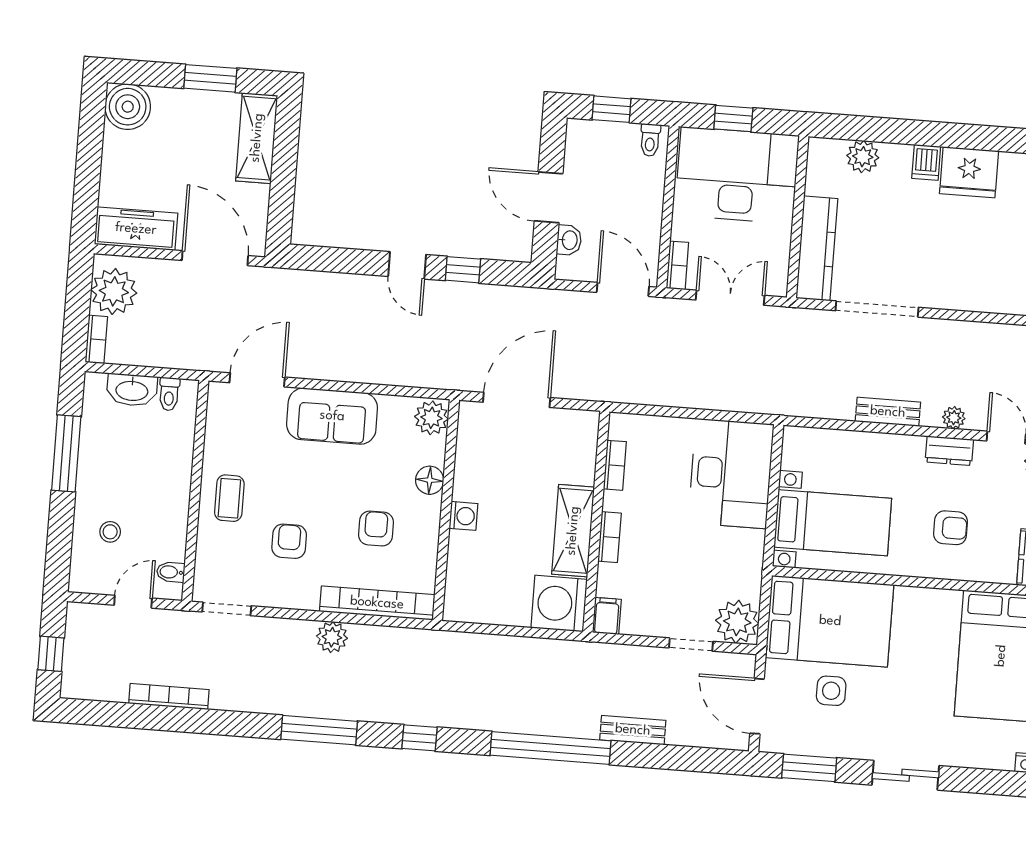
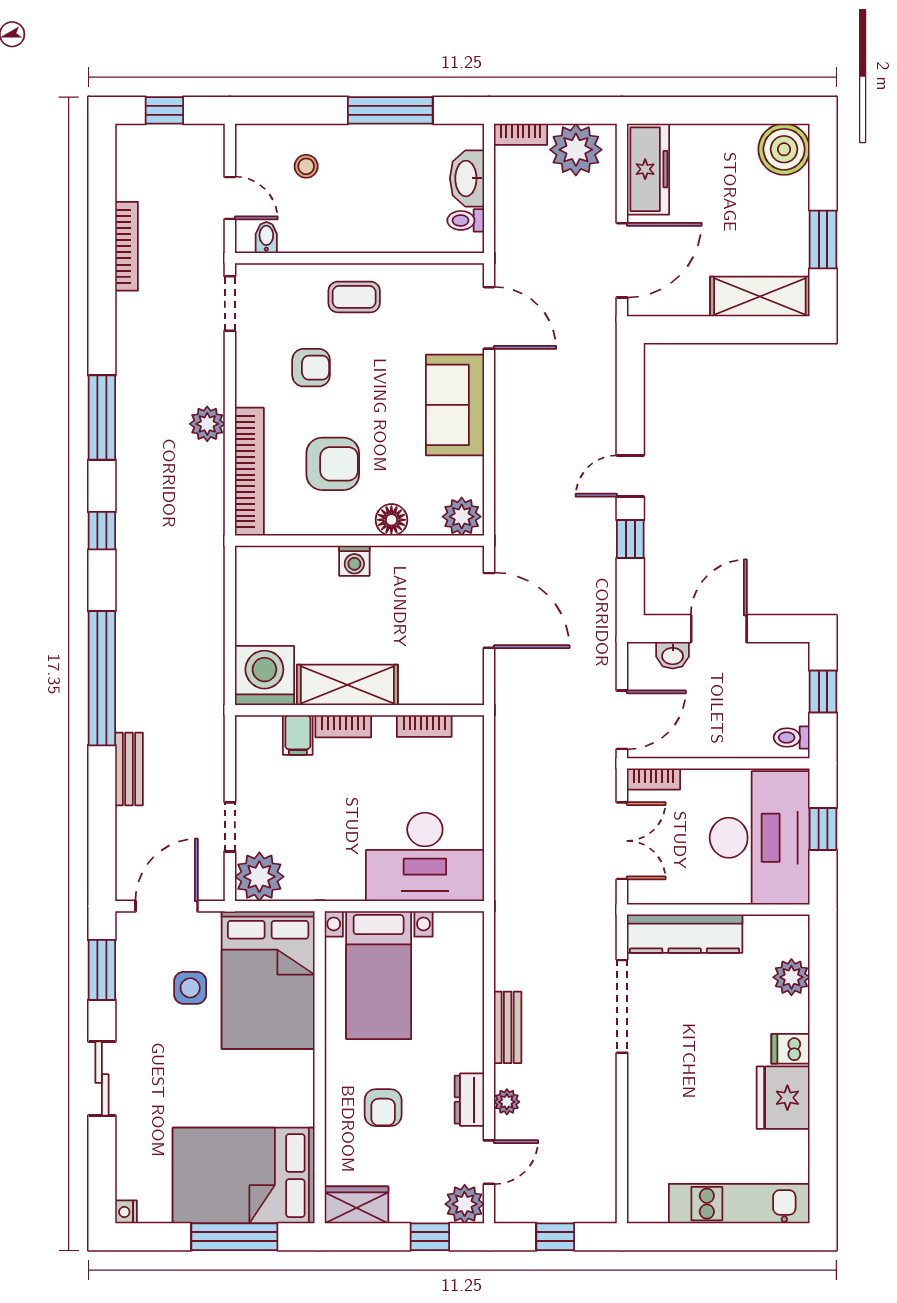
armchair: (376, 529) -> (333, 464), width x1.38, depth x1.38
filing cabinet: (607, 616) -> (298, 735), moved, turned 90

